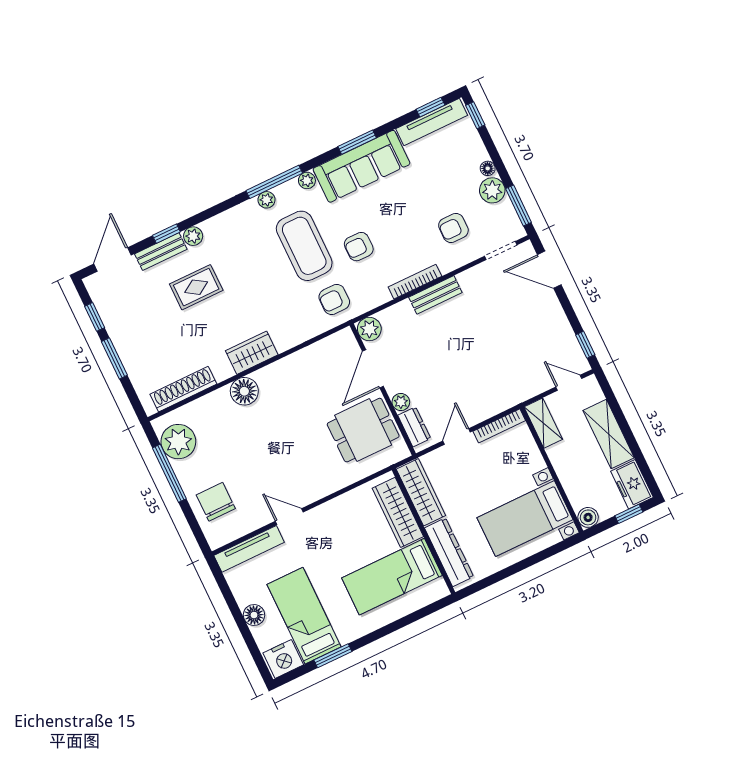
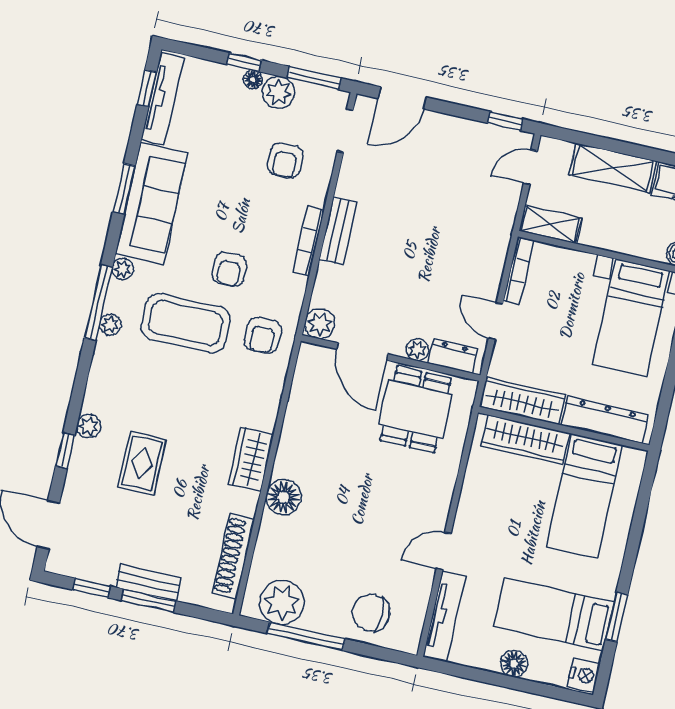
window: (475, 115) -> (244, 62), moved
bench: (161, 252) -> (148, 583), moved, turned 90
nightstand: (283, 659) -> (584, 675), width x0.74, depth x0.75

